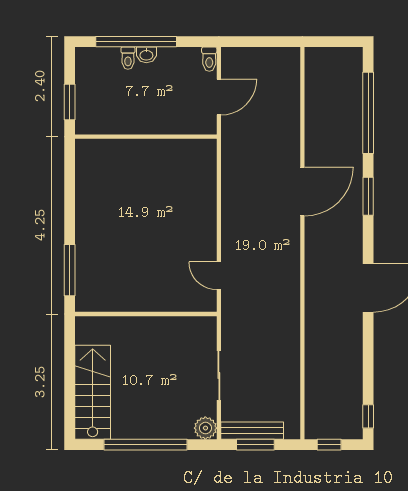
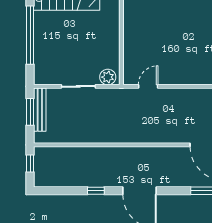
window: (368, 416) -> (96, 191), moved
plant: (205, 428) -> (108, 77), moved

